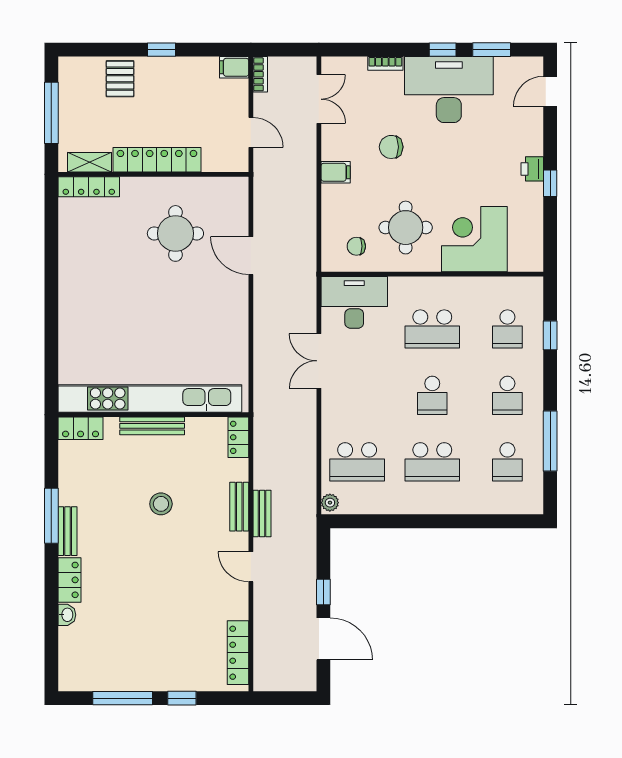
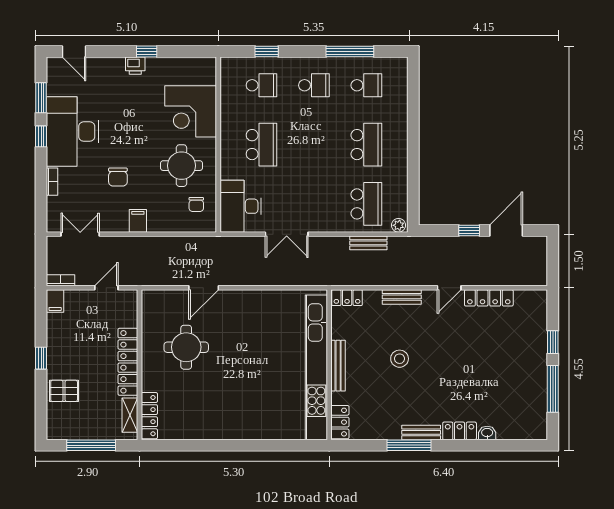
school desk: (432, 395) -> (314, 145), removed
bench: (262, 514) -> (368, 243), moved
locker: (238, 653) -> (489, 298), moved

